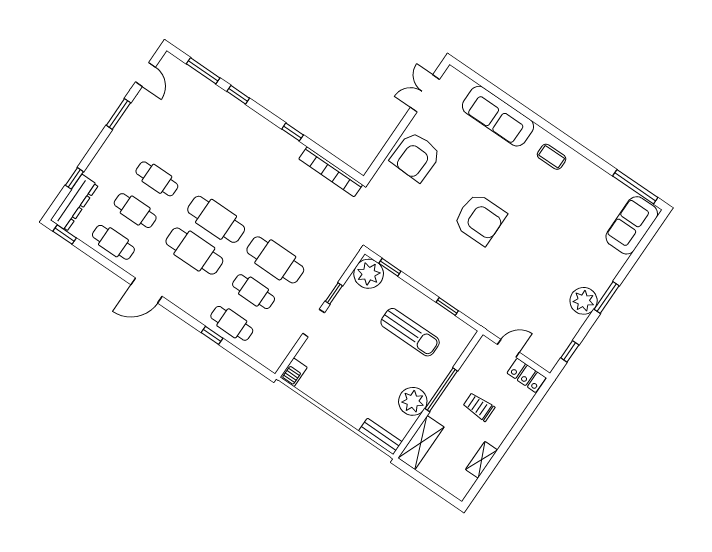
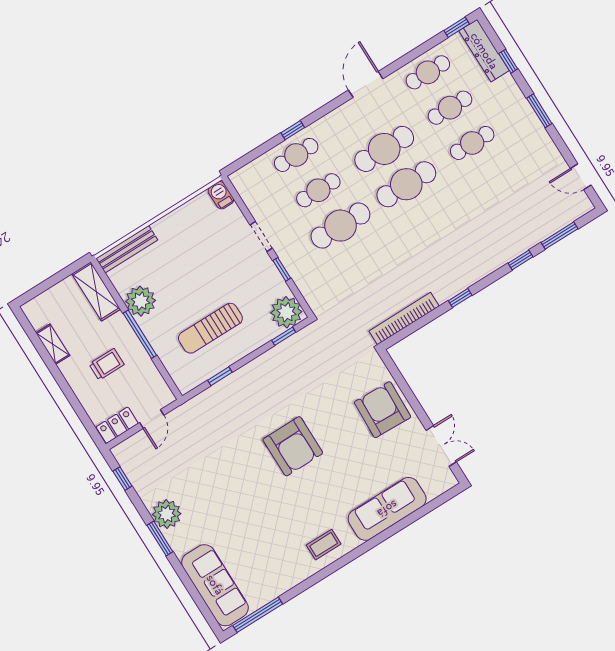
window: (118, 114) -> (539, 111), moved
armchair: (480, 219) -> (293, 446), turned -90
sofa: (632, 225) -> (215, 585), width x1.36
bench: (380, 436) -> (127, 249), width x1.36

